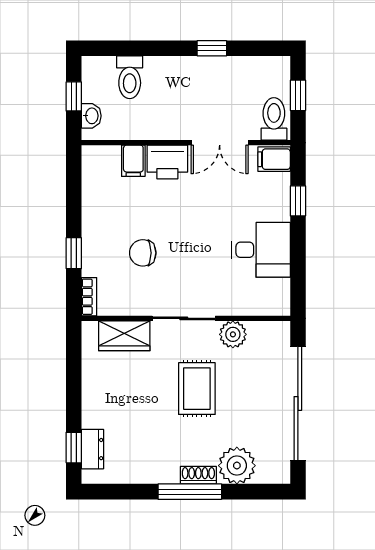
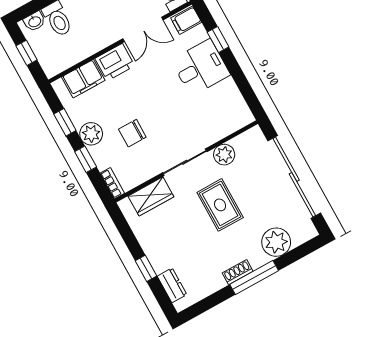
washbasin: (91, 116) -> (35, 21), moved, turned 90
filing cabinet: (133, 161) -> (83, 79), width x2.00
window: (74, 198) -> (65, 122), added
plant: (96, 228) -> (91, 134), added
desk: (261, 250) -> (201, 68), moved
window: (74, 448) -> (146, 268), moved
shoe rack: (198, 475) -> (238, 272), moved

